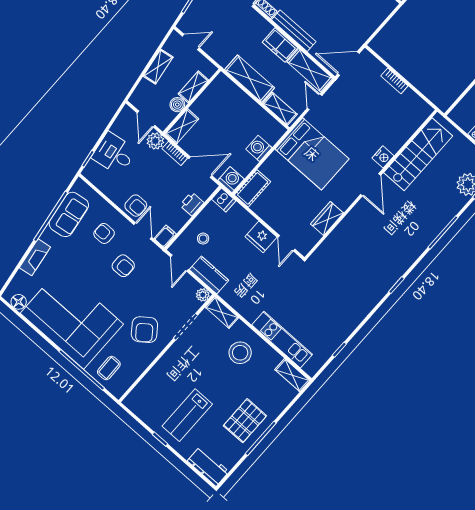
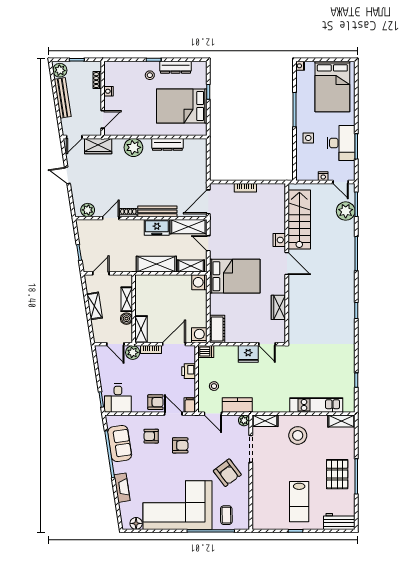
washing machine: (259, 148) -> (199, 282), moved
desk: (114, 154) -> (118, 398), moved, turned -81

